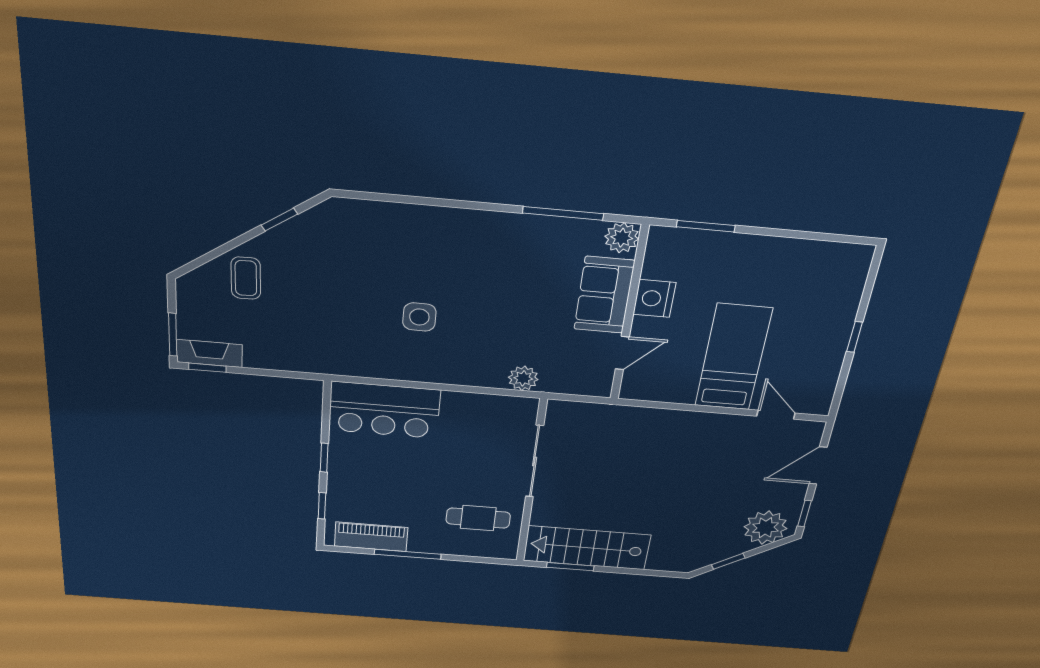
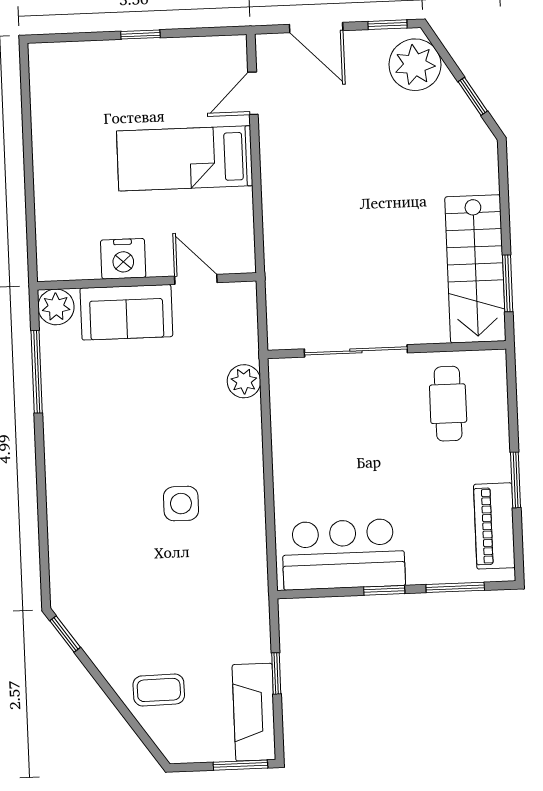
window: (279, 220) -> (65, 634), moved
window: (706, 226) -> (31, 224), removed
fireplace: (209, 353) -> (254, 712), width x1.37, depth x1.32
window: (207, 368) -> (276, 673), moved
bar counter: (384, 410) -> (343, 554), moved, turned -90
window: (322, 506) -> (455, 587), width x1.50
window: (408, 554) -> (516, 480), width x0.69

